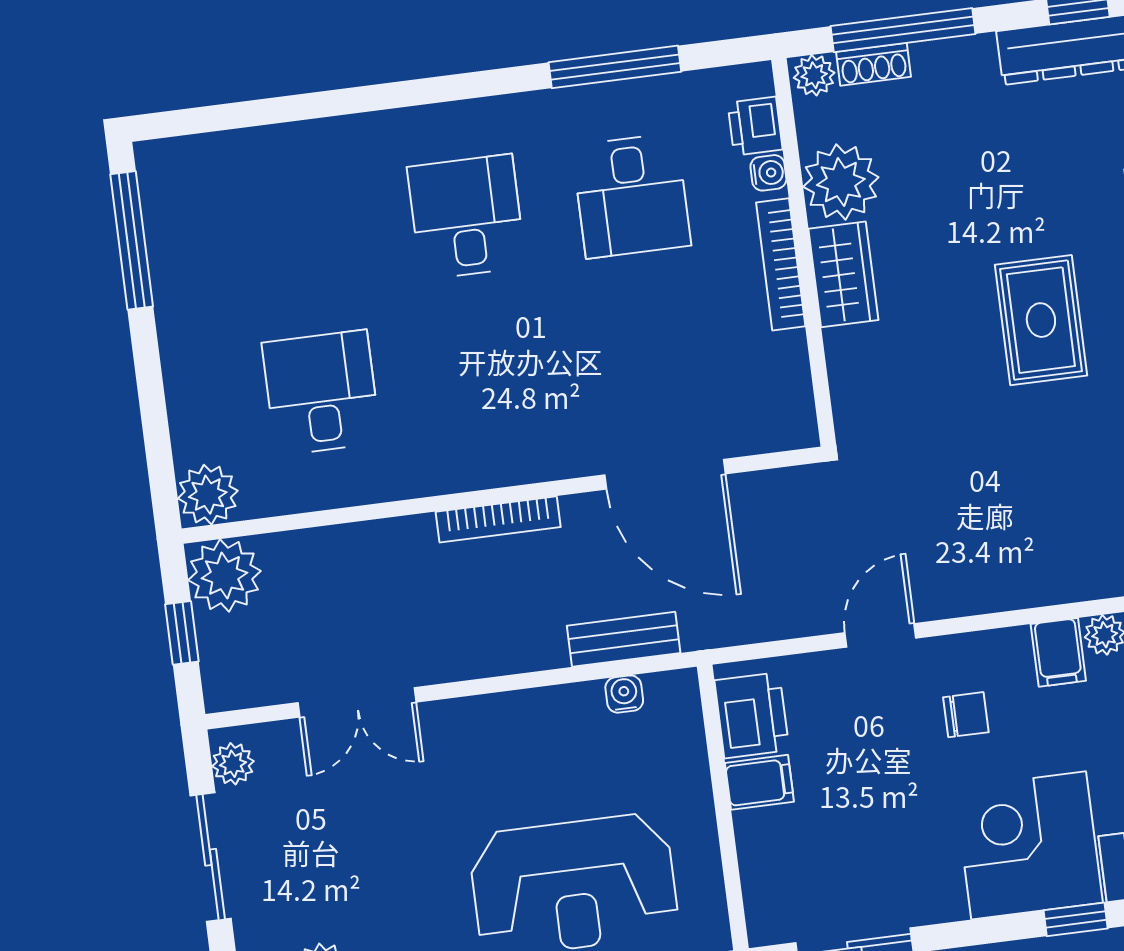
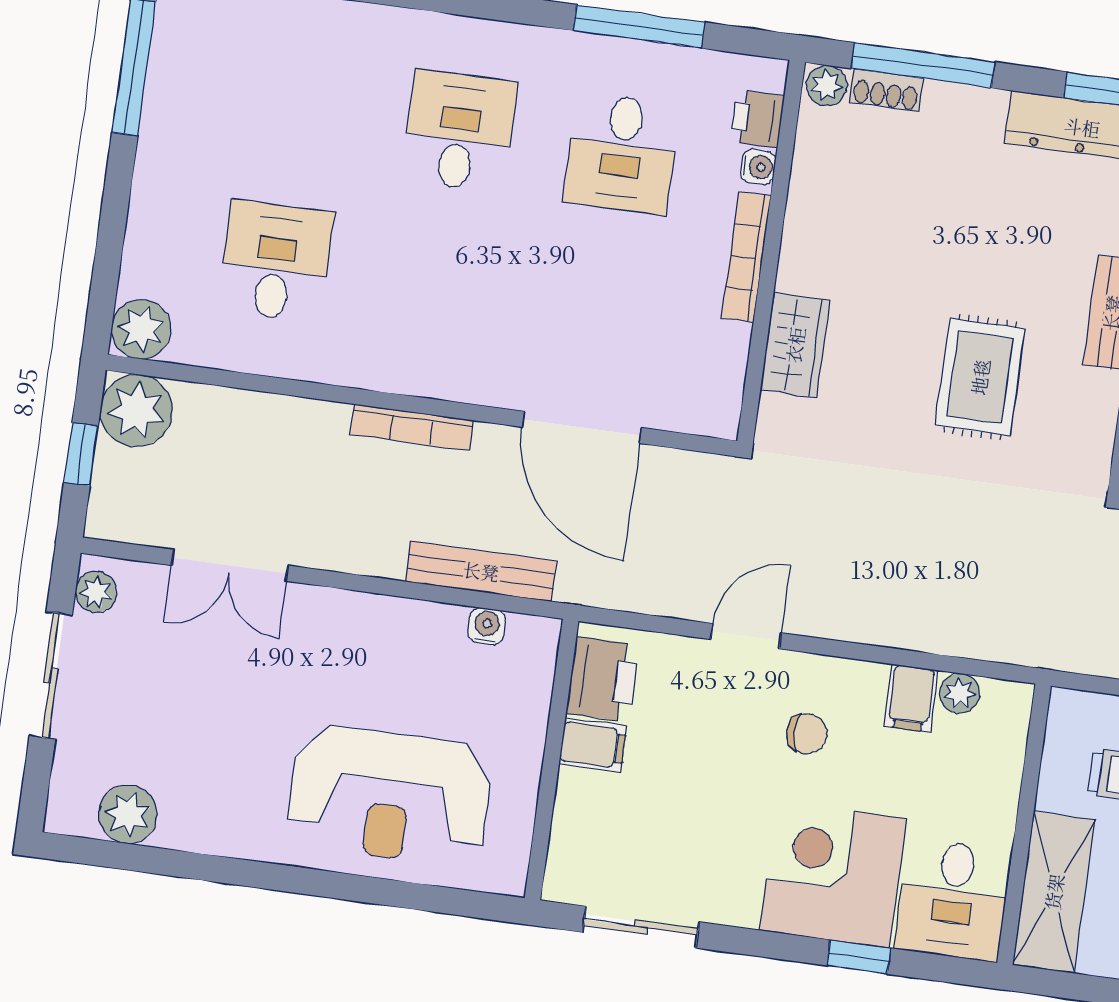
plant: (841, 182) -> (825, 194), removed
wardrobe: (843, 274) -> (795, 345), moved
bench: (624, 639) -> (481, 571), width x1.36

